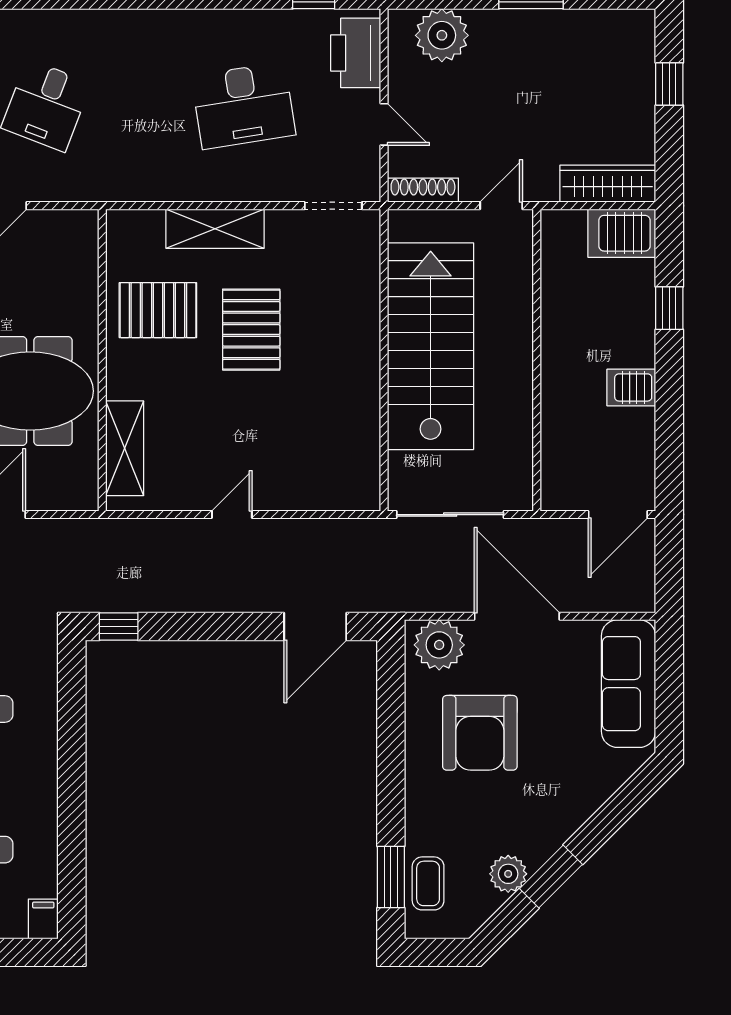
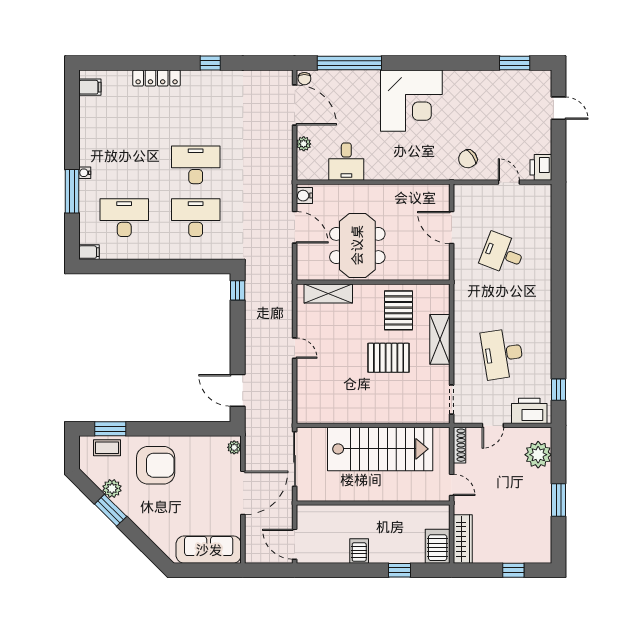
plant: (439, 645) -> (234, 447), width x0.53, depth x0.53
armchair: (480, 733) -> (156, 465), moved, turned 180

